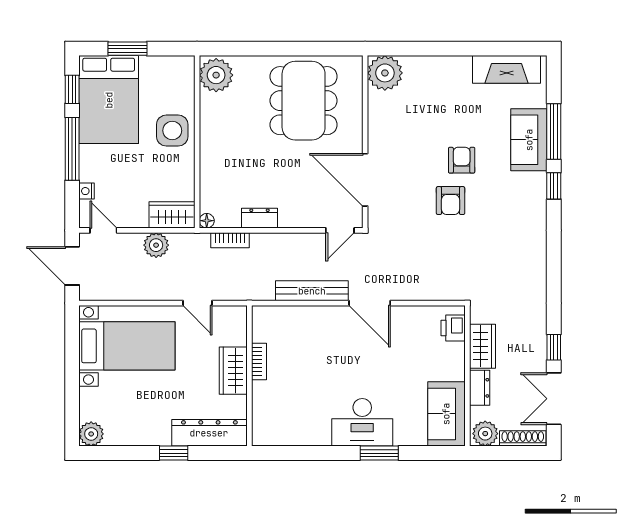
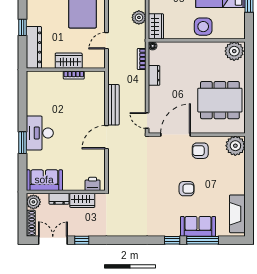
armchair: (451, 201) -> (200, 151), moved

